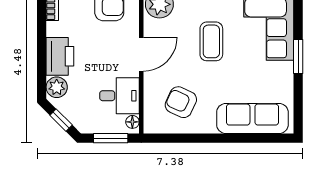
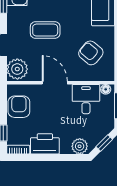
printer: (60, 56) -> (45, 144), moved
armchair: (181, 102) -> (91, 53), turned 105

